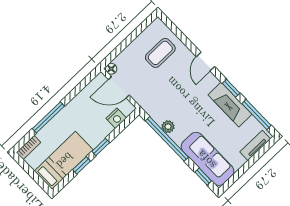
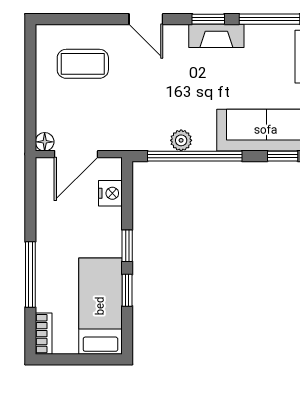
coffee table: (160, 53) -> (83, 64), turned 90
fireplace: (230, 105) -> (216, 36), width x0.73, depth x0.76

